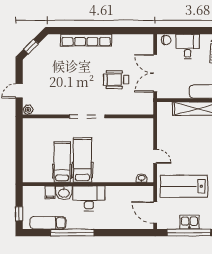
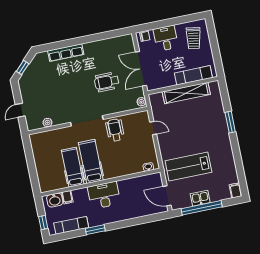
row of seats: (86, 40) -> (66, 53), width x0.73
plant: (148, 108) -> (141, 102), added
plant: (28, 110) -> (48, 123), moved
wheelchair: (115, 132) -> (115, 130), added
door: (155, 156) -> (153, 128), moved
washbasin: (64, 193) -> (55, 200), moved
window: (72, 233) -> (95, 230), width x0.47

